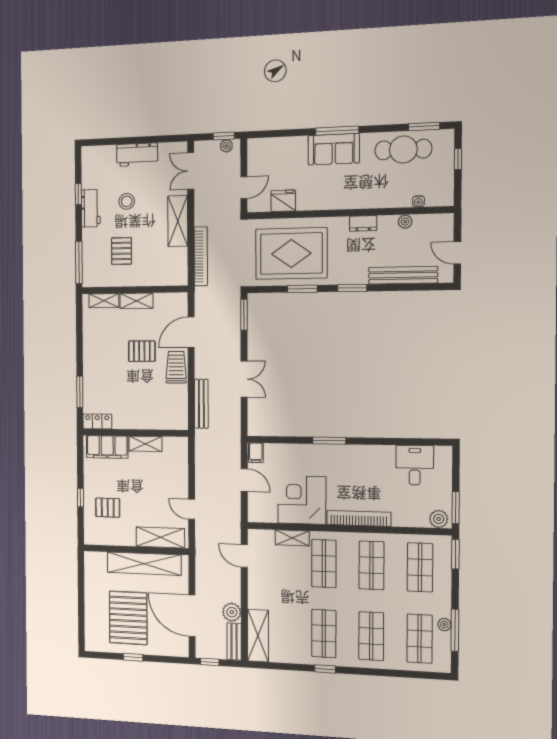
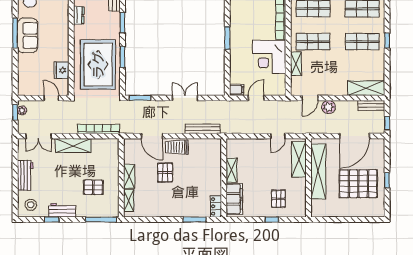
stool: (127, 201) -> (31, 205), moved
plant: (232, 612) -> (328, 107), moved

